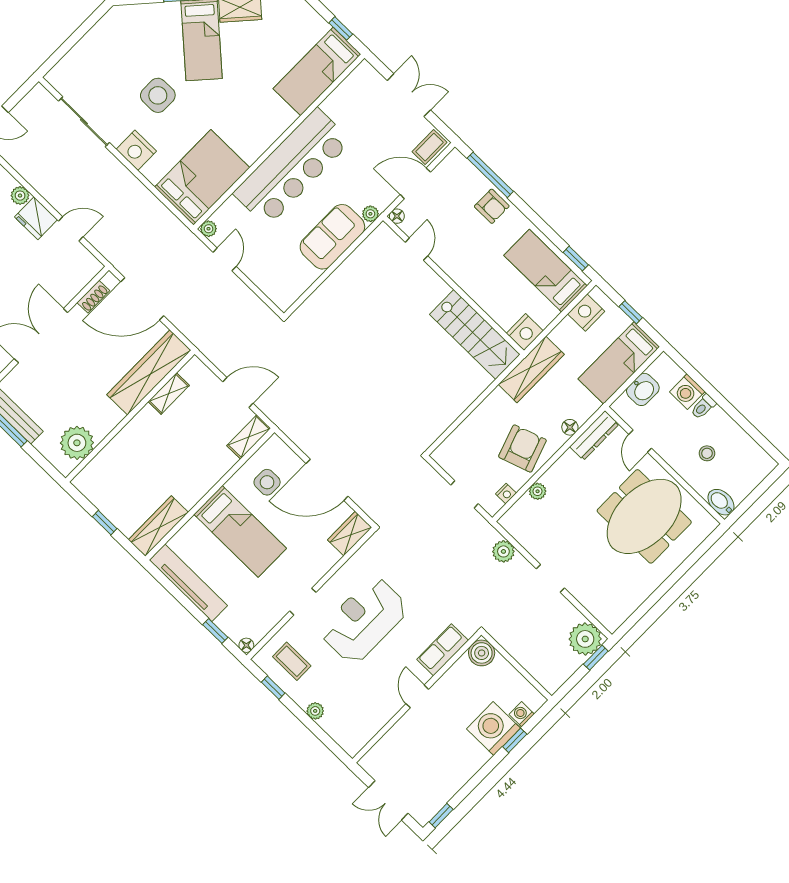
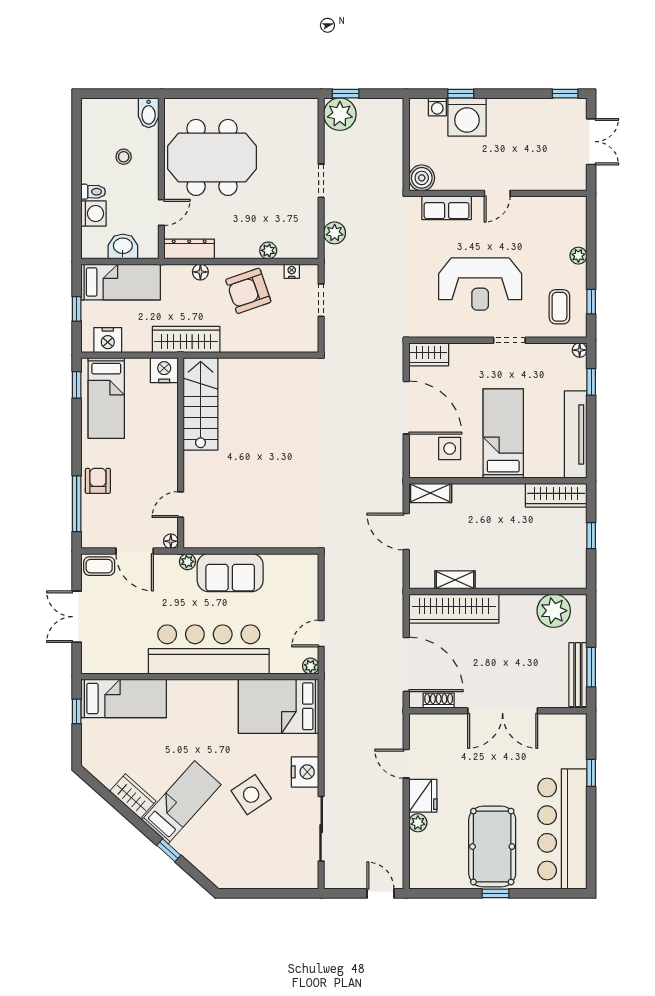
side table: (158, 95) -> (251, 795), turned -34

